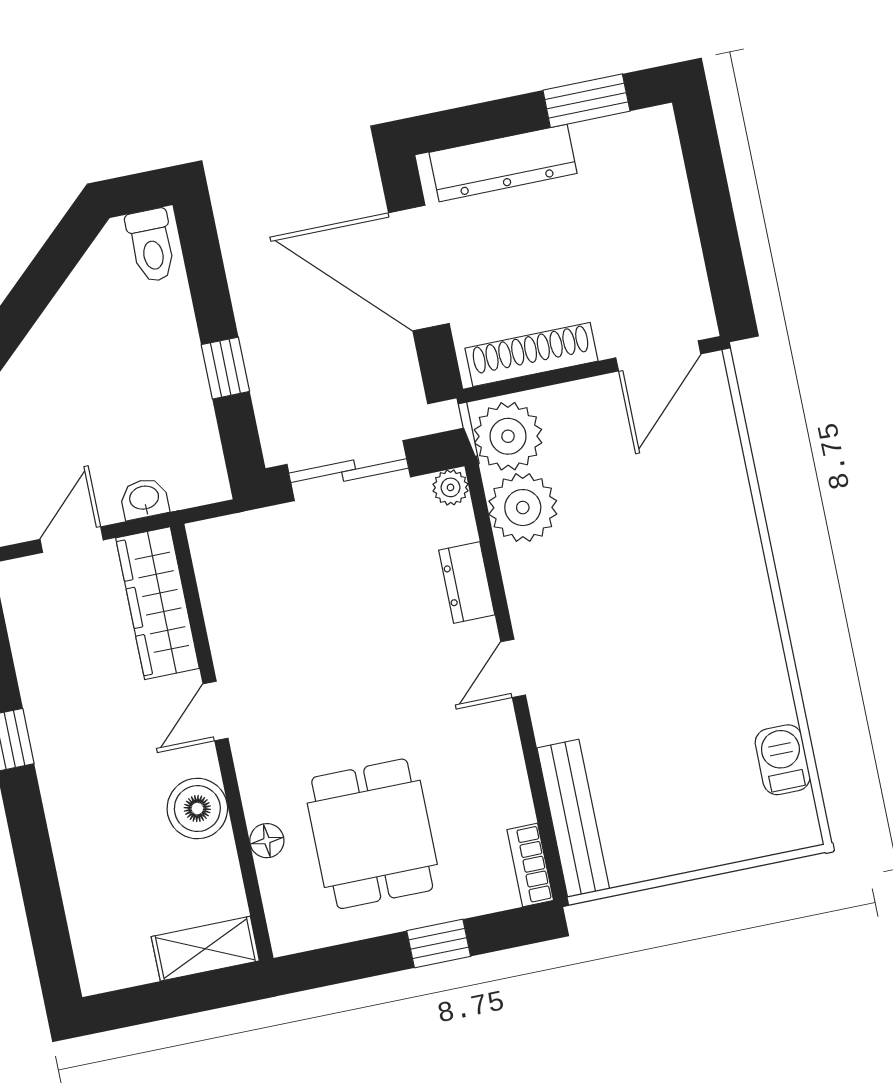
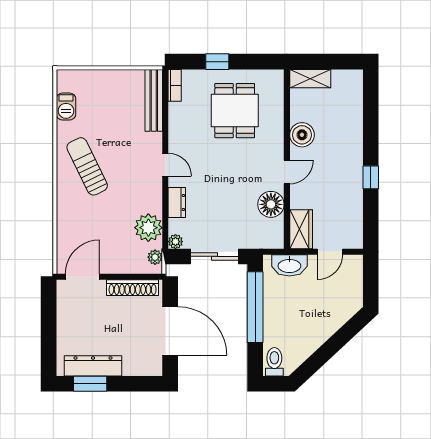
dresser: (503, 163) -> (93, 366), moved
window: (225, 368) -> (255, 307), width x3.17
plant: (508, 436) -> (155, 257), width x0.53, depth x0.53
washbasin: (144, 499) -> (289, 265), width x1.91, depth x1.45
wardrobe: (157, 603) -> (301, 229), width x0.67
sun lounger: (702, 625) -> (87, 166), added
door: (513, 668) -> (165, 165), hinge flipped
floor lamp: (267, 841) -> (271, 204), moved, width x1.89, depth x1.89

